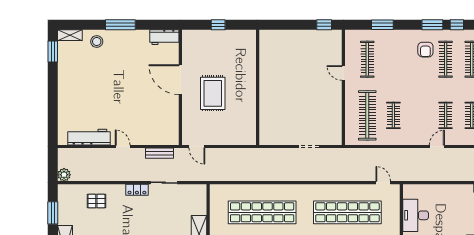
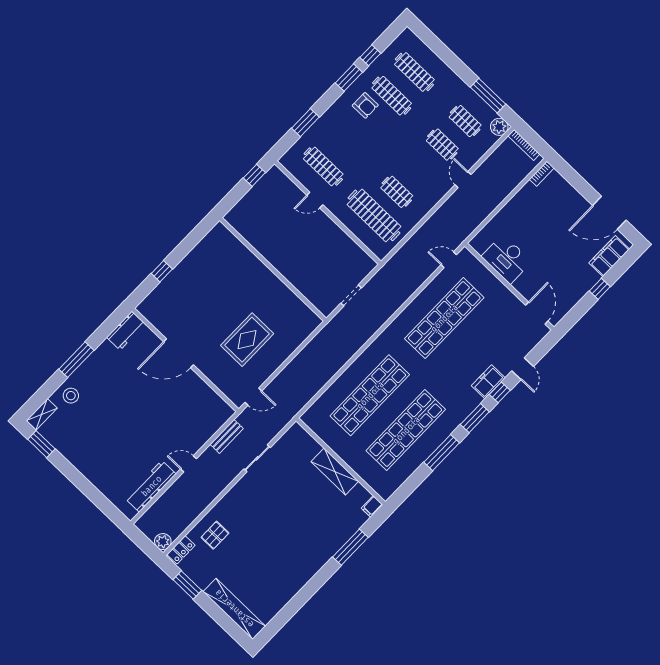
wall: (258, 87) -> (273, 269), moved
rug: (213, 93) -> (247, 340), moved, turned 90
locker: (137, 190) -> (181, 550), moved

